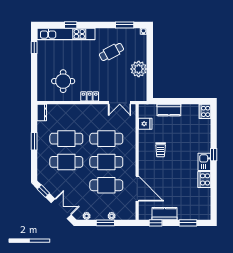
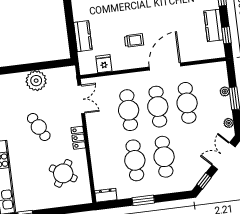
cafe table: (111, 52) -> (39, 127), moved
round table: (63, 81) -> (63, 173), turned 32
door: (137, 189) -> (165, 67), moved

